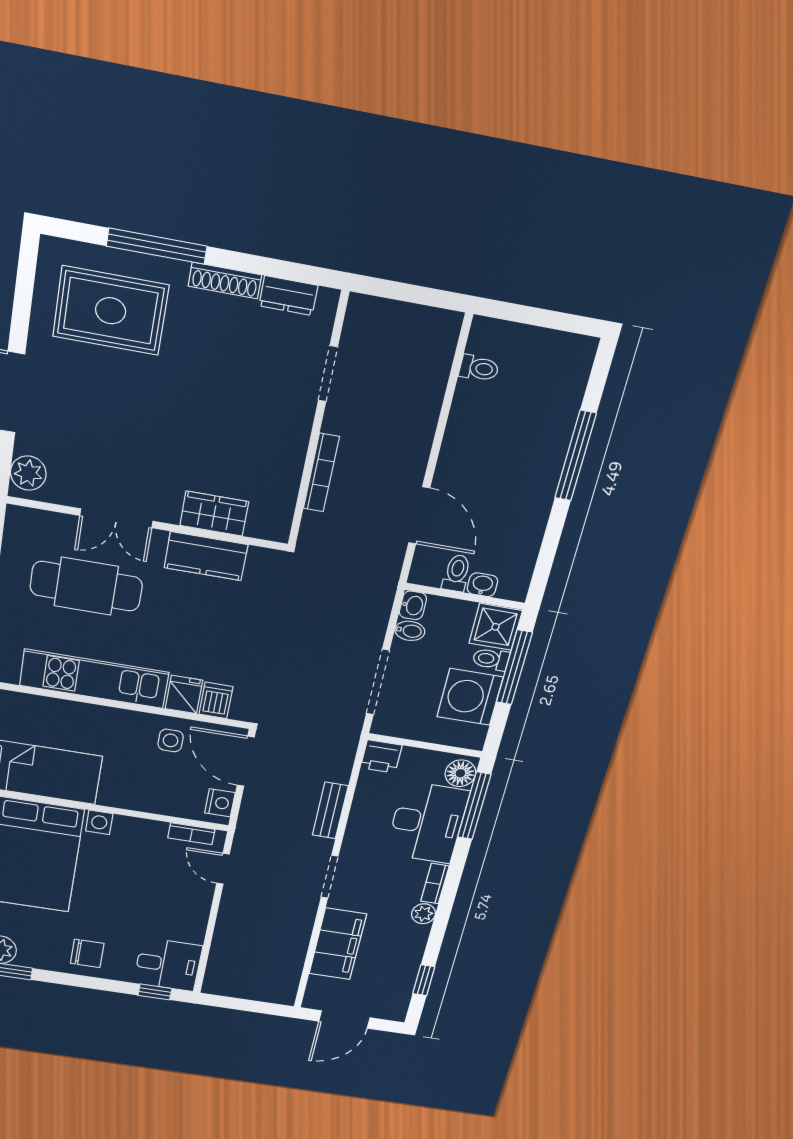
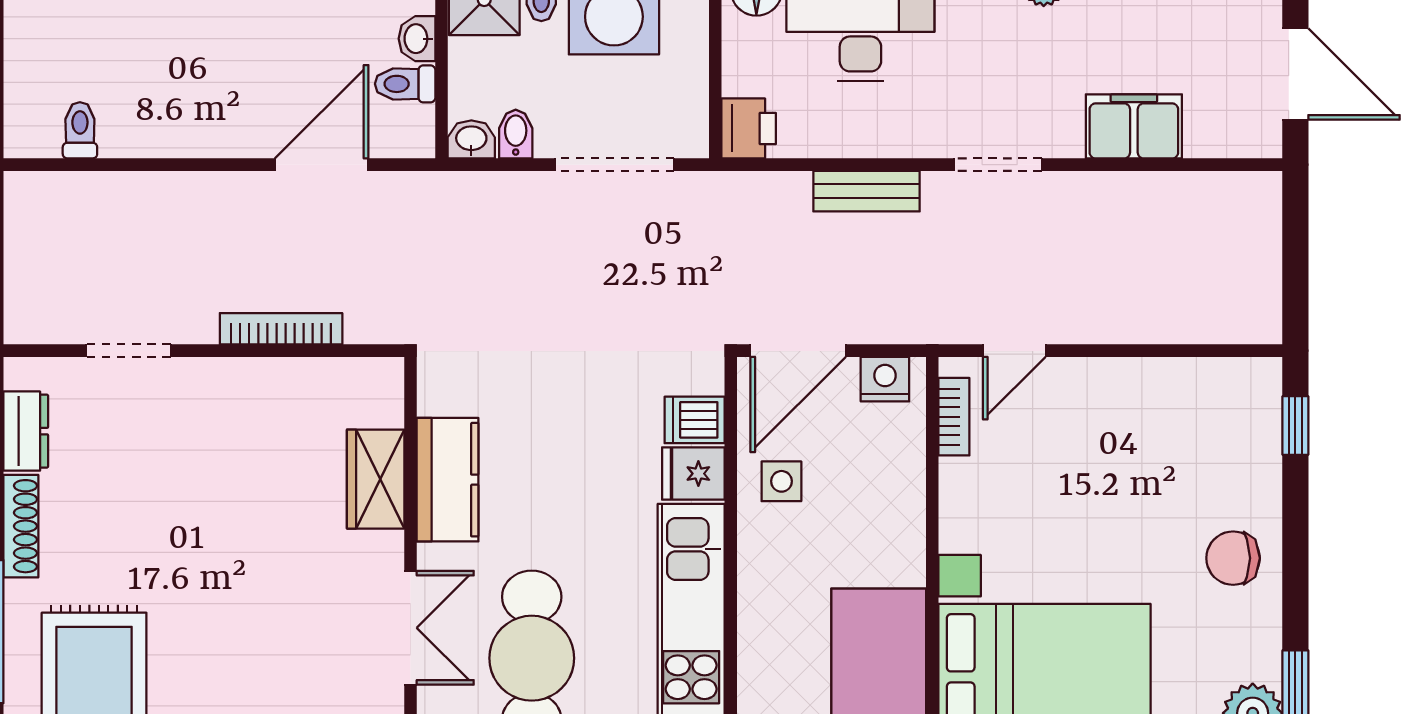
filing cabinet: (338, 944) -> (1134, 126), width x0.67, depth x0.86
chair: (87, 953) -> (1233, 558), turned -90
desk: (168, 964) -> (1231, 412), removed

